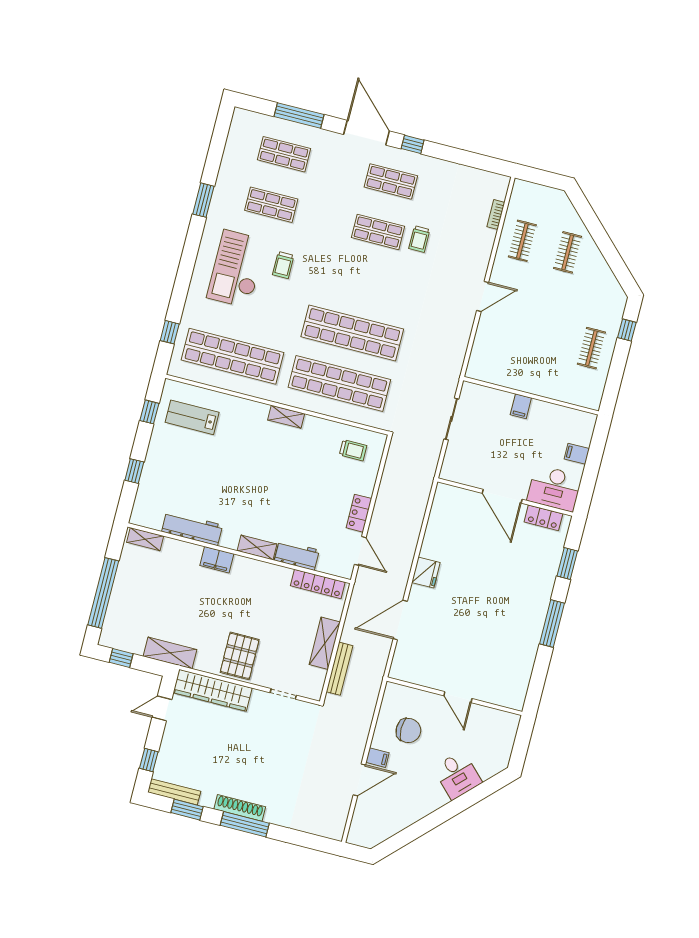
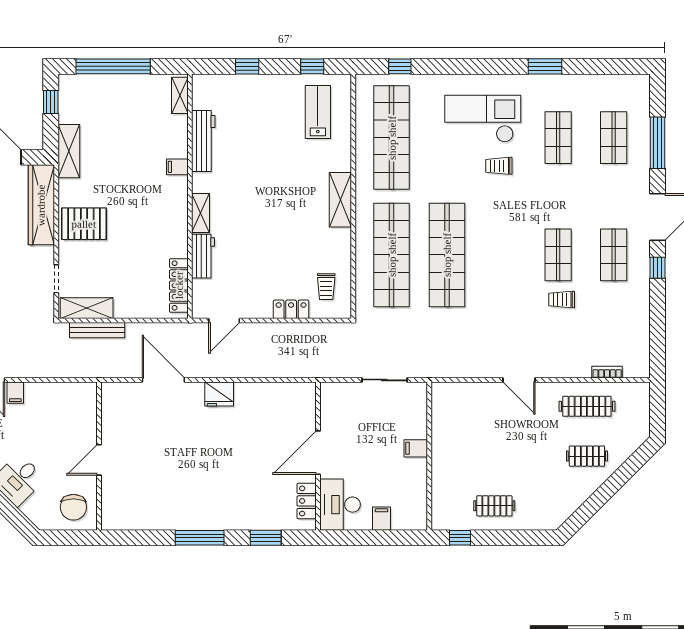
clothes rail: (522, 241) -> (587, 406), width x1.36
window: (627, 330) -> (460, 538), moved
shelving: (286, 417) -> (340, 200), width x1.50, depth x1.33
locker: (359, 513) -> (291, 309), moved
filing cabinet: (217, 560) -> (177, 167), width x0.50
shelving: (325, 643) -> (87, 308), moved
chair: (408, 730) -> (73, 507), moved

